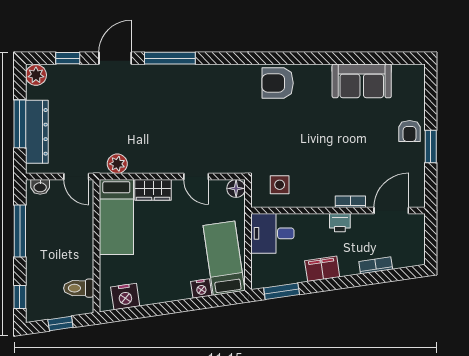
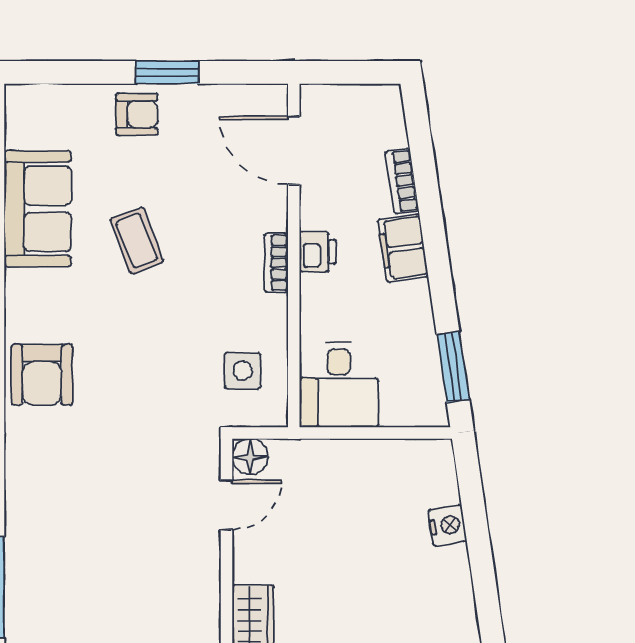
coffee table: (346, 131) -> (137, 241), added
door: (196, 176) -> (226, 505), moved
bookcase: (350, 202) -> (276, 263), moved
bed: (224, 258) -> (388, 481), removed
filing cabinet: (322, 269) -> (403, 248), moved

